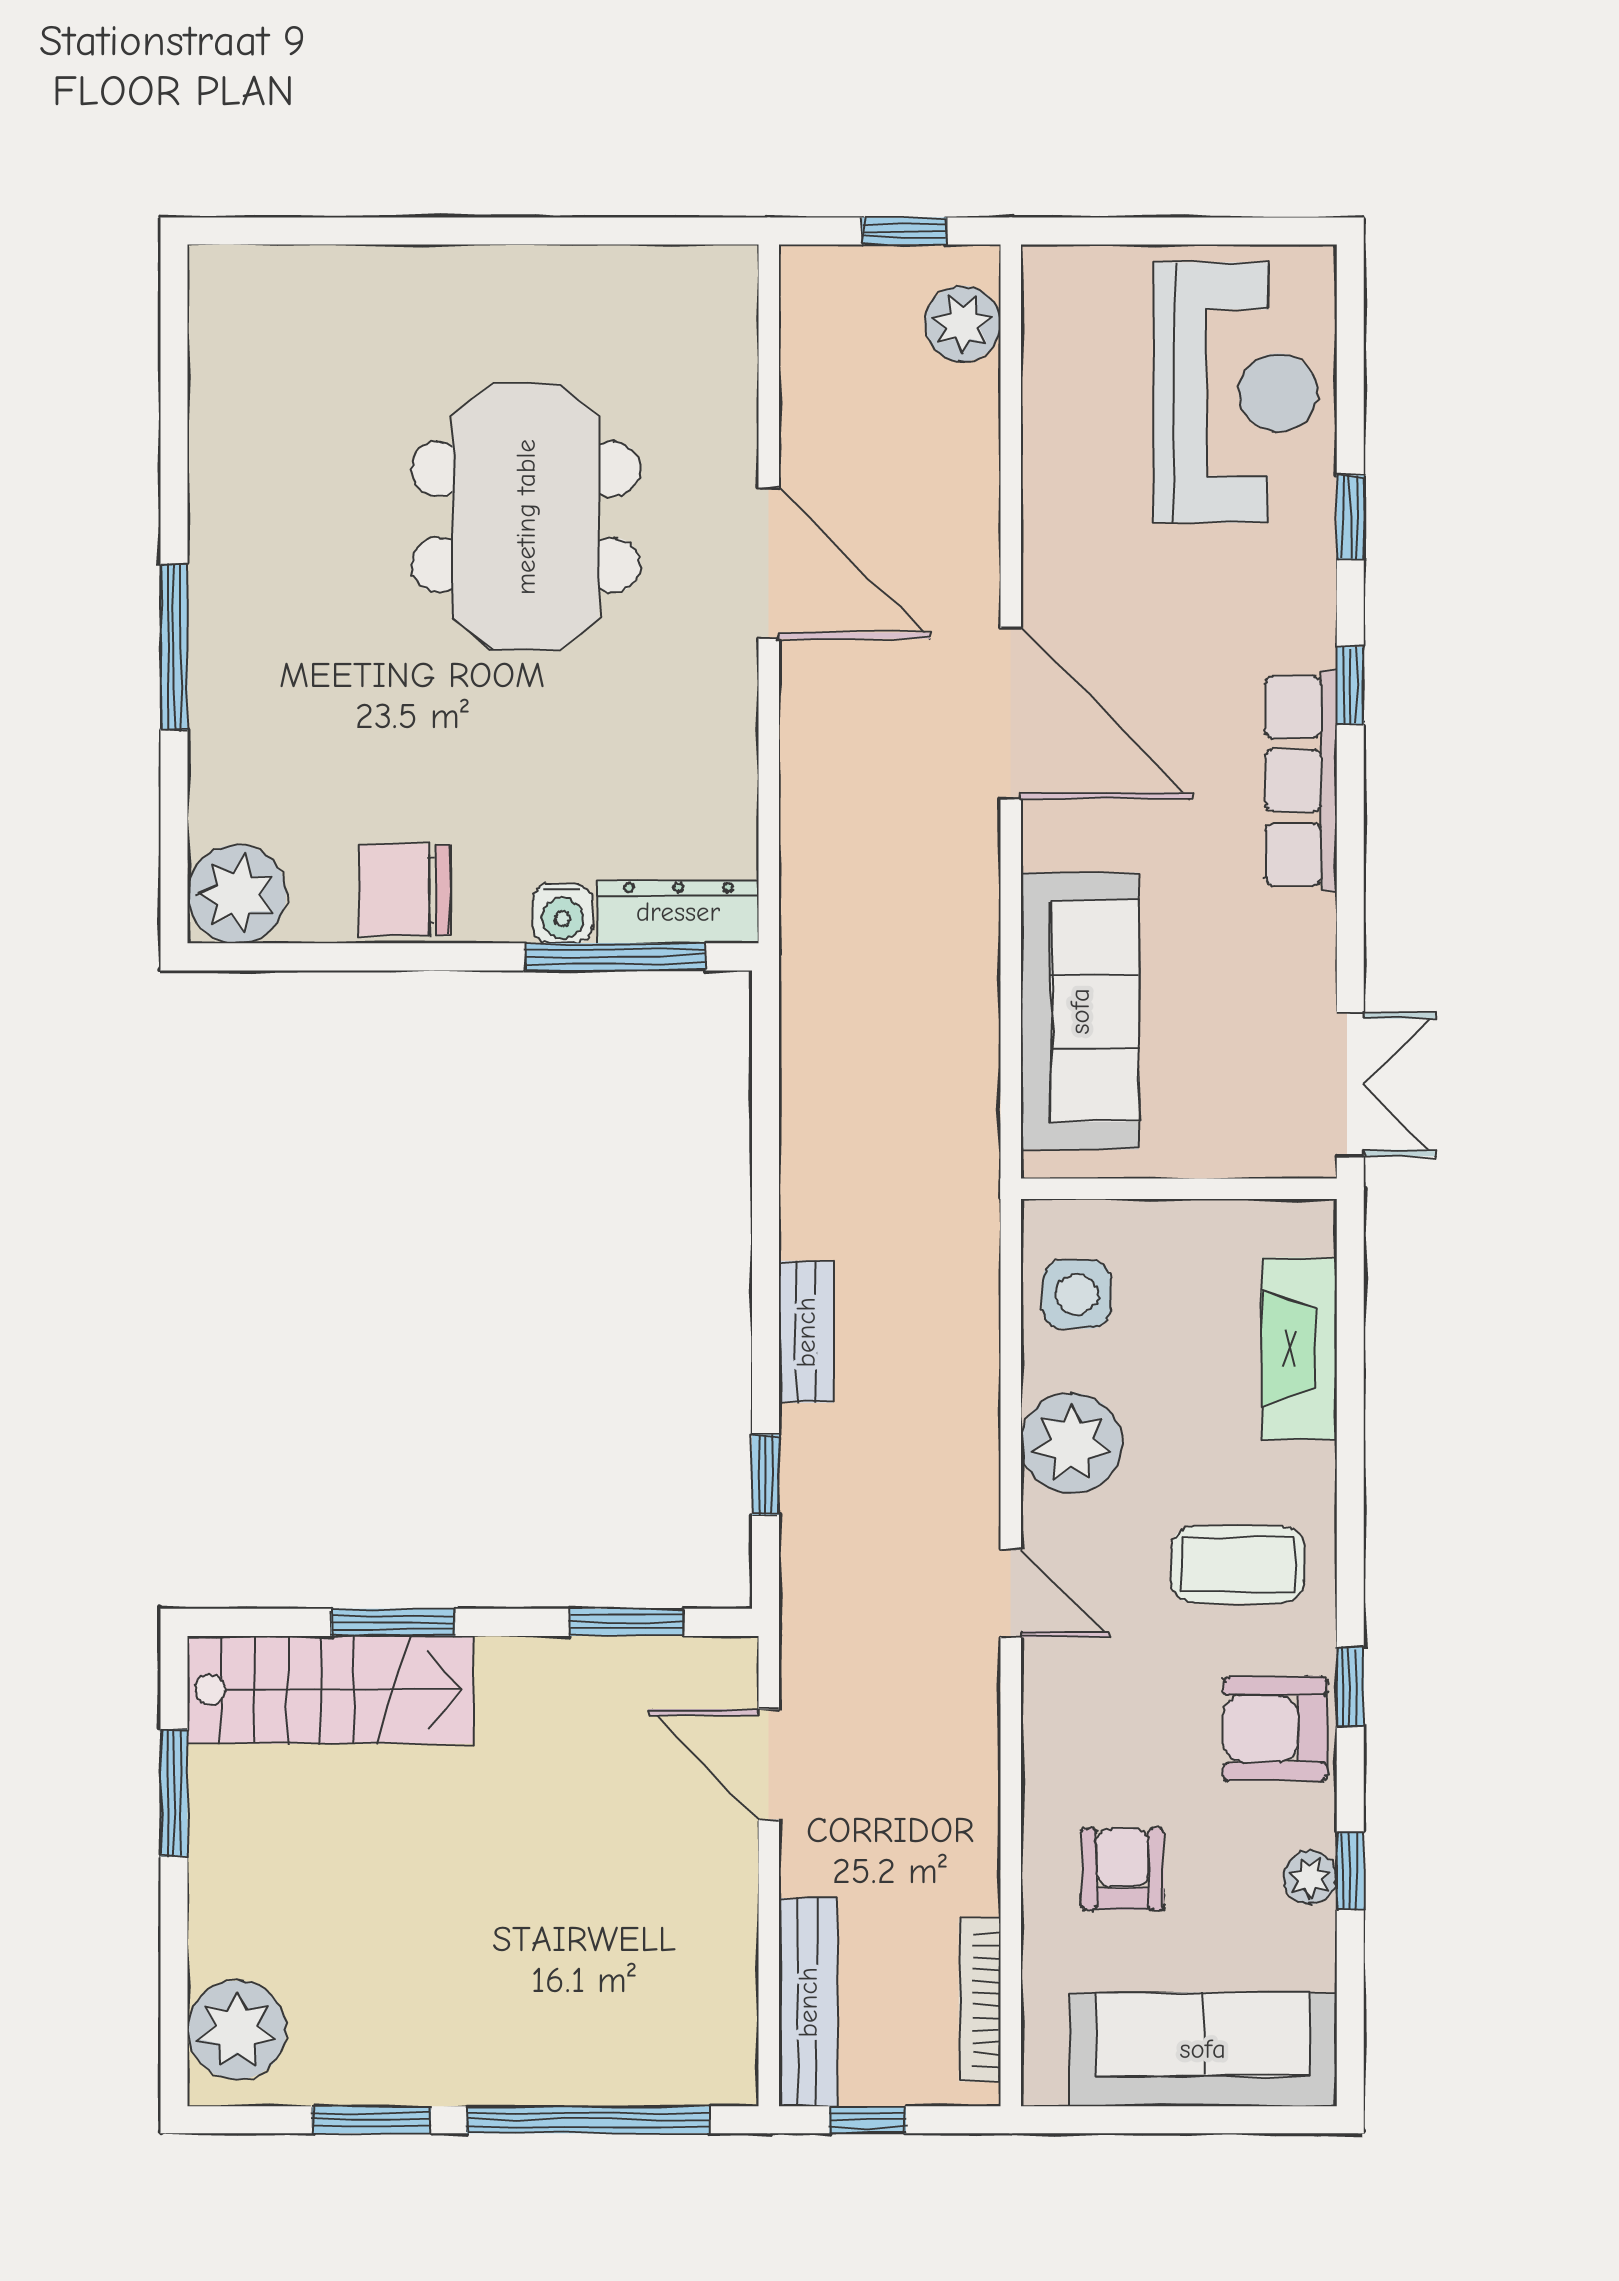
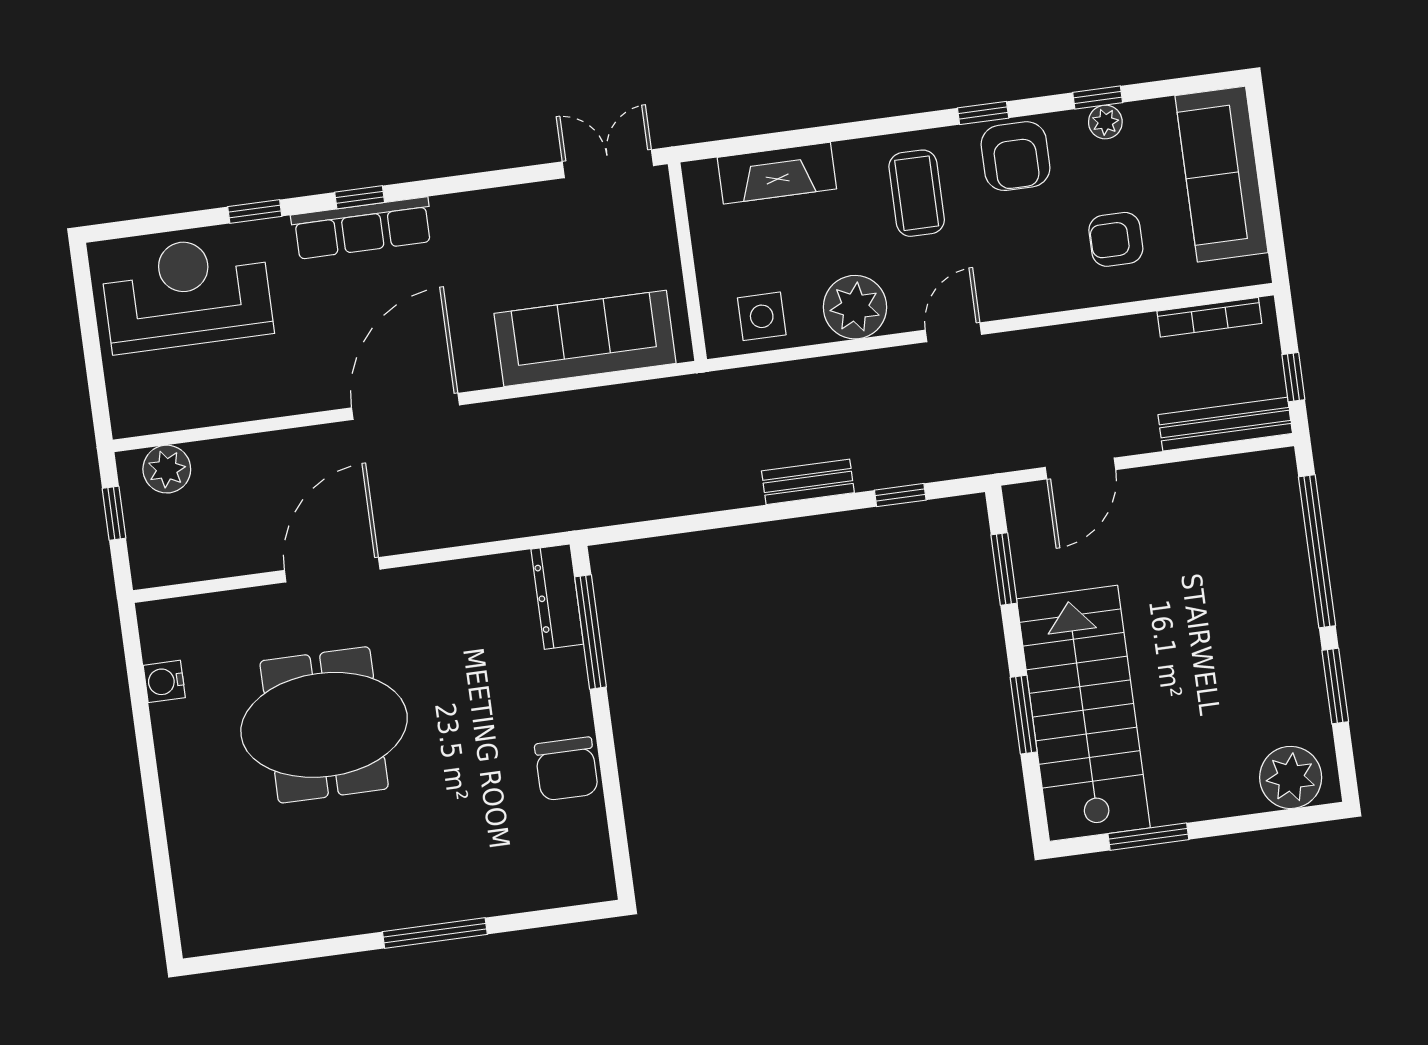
row of seats: (1301, 781) -> (362, 228), moved
plant: (237, 894) -> (583, 873), removed
water cooler: (562, 914) -> (164, 681), moved, turned 180
stairs: (330, 1690) -> (1083, 713), width x1.36, depth x1.51

